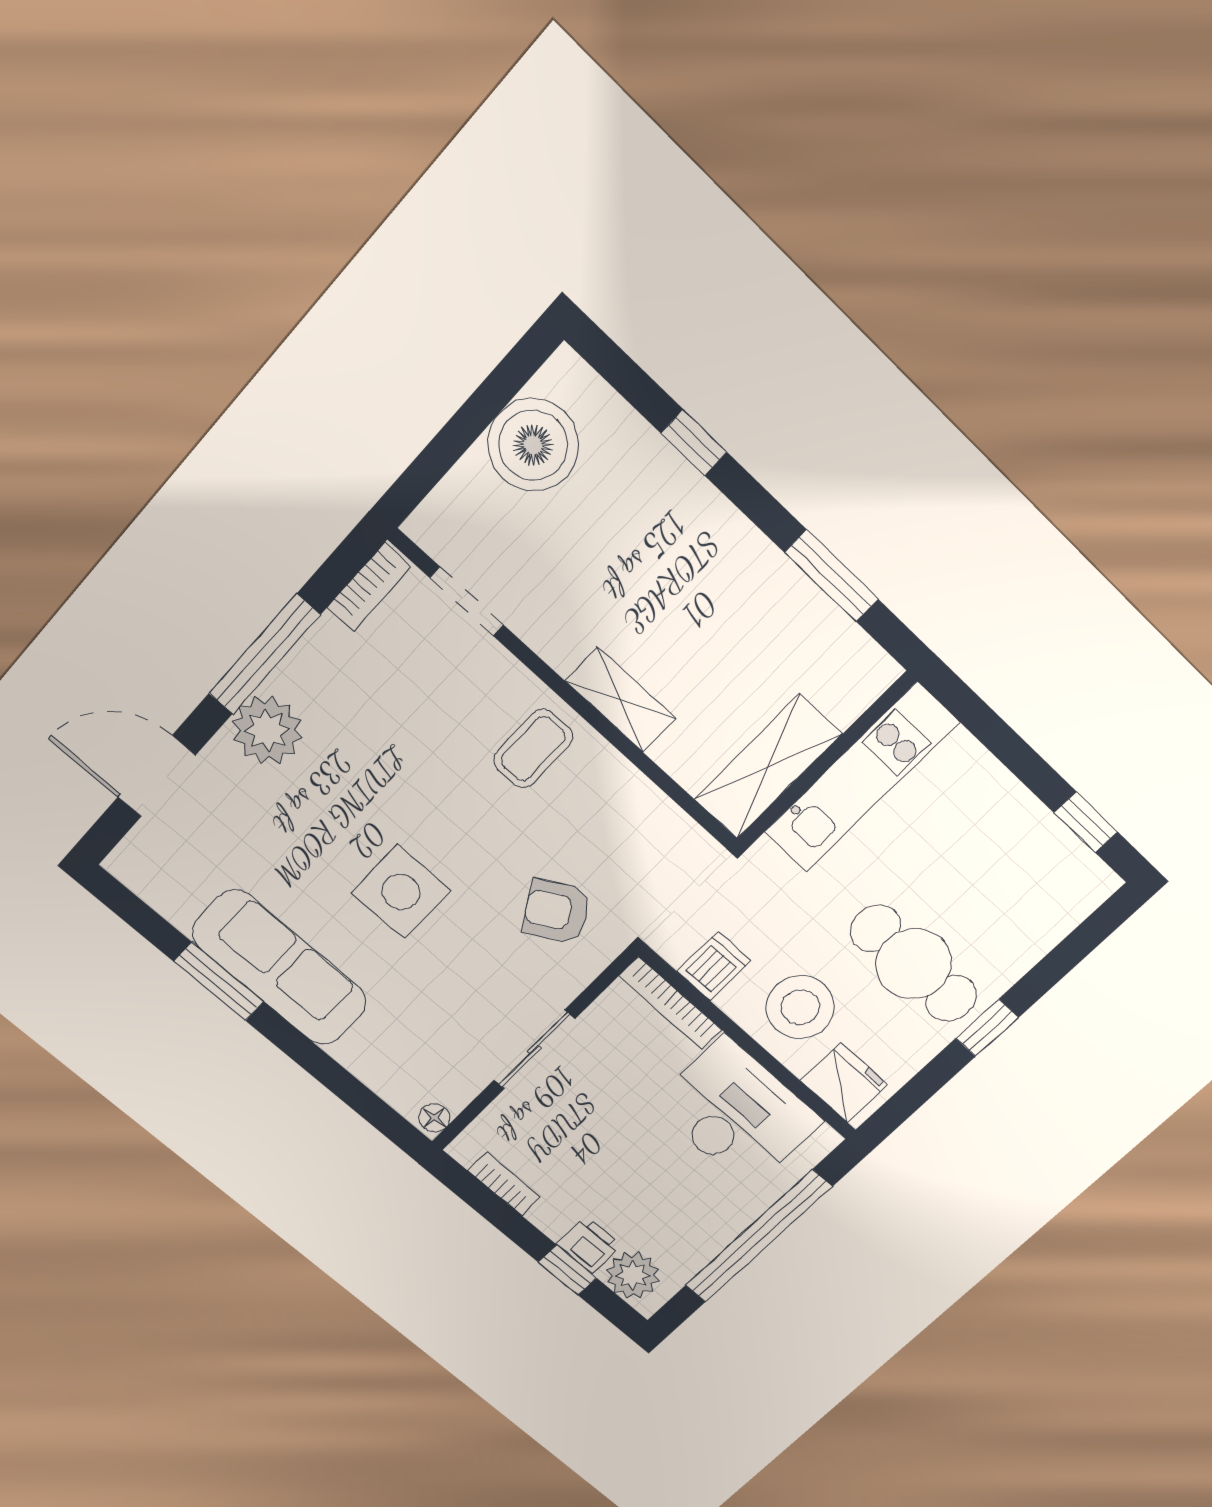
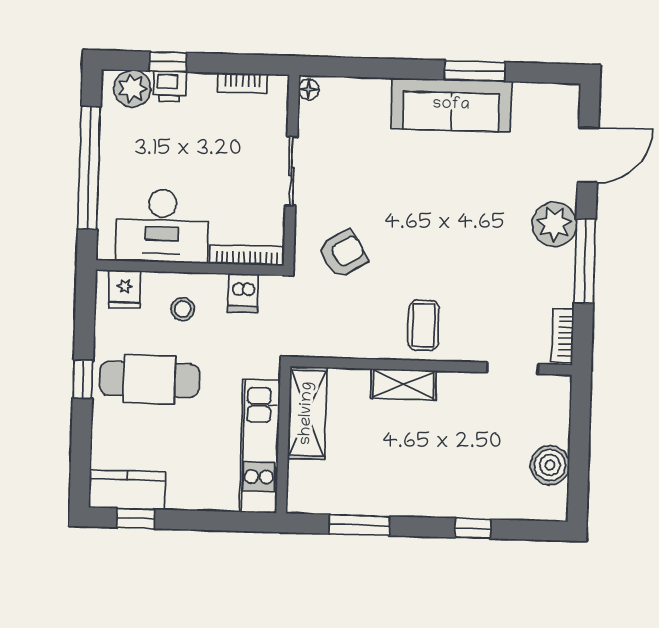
boiler: (533, 445) -> (550, 465), width x0.73, depth x0.73
kitchen counter: (1062, 864) -> (127, 490), added
side table: (401, 892) -> (425, 198), removed
stool: (800, 1007) -> (183, 309), width x0.53, depth x0.53
fridge: (844, 1083) -> (125, 289), width x0.72

